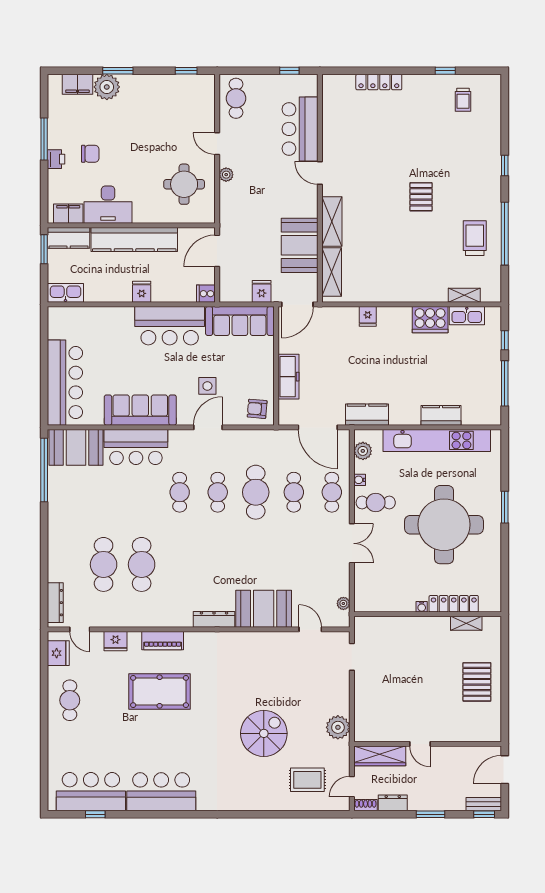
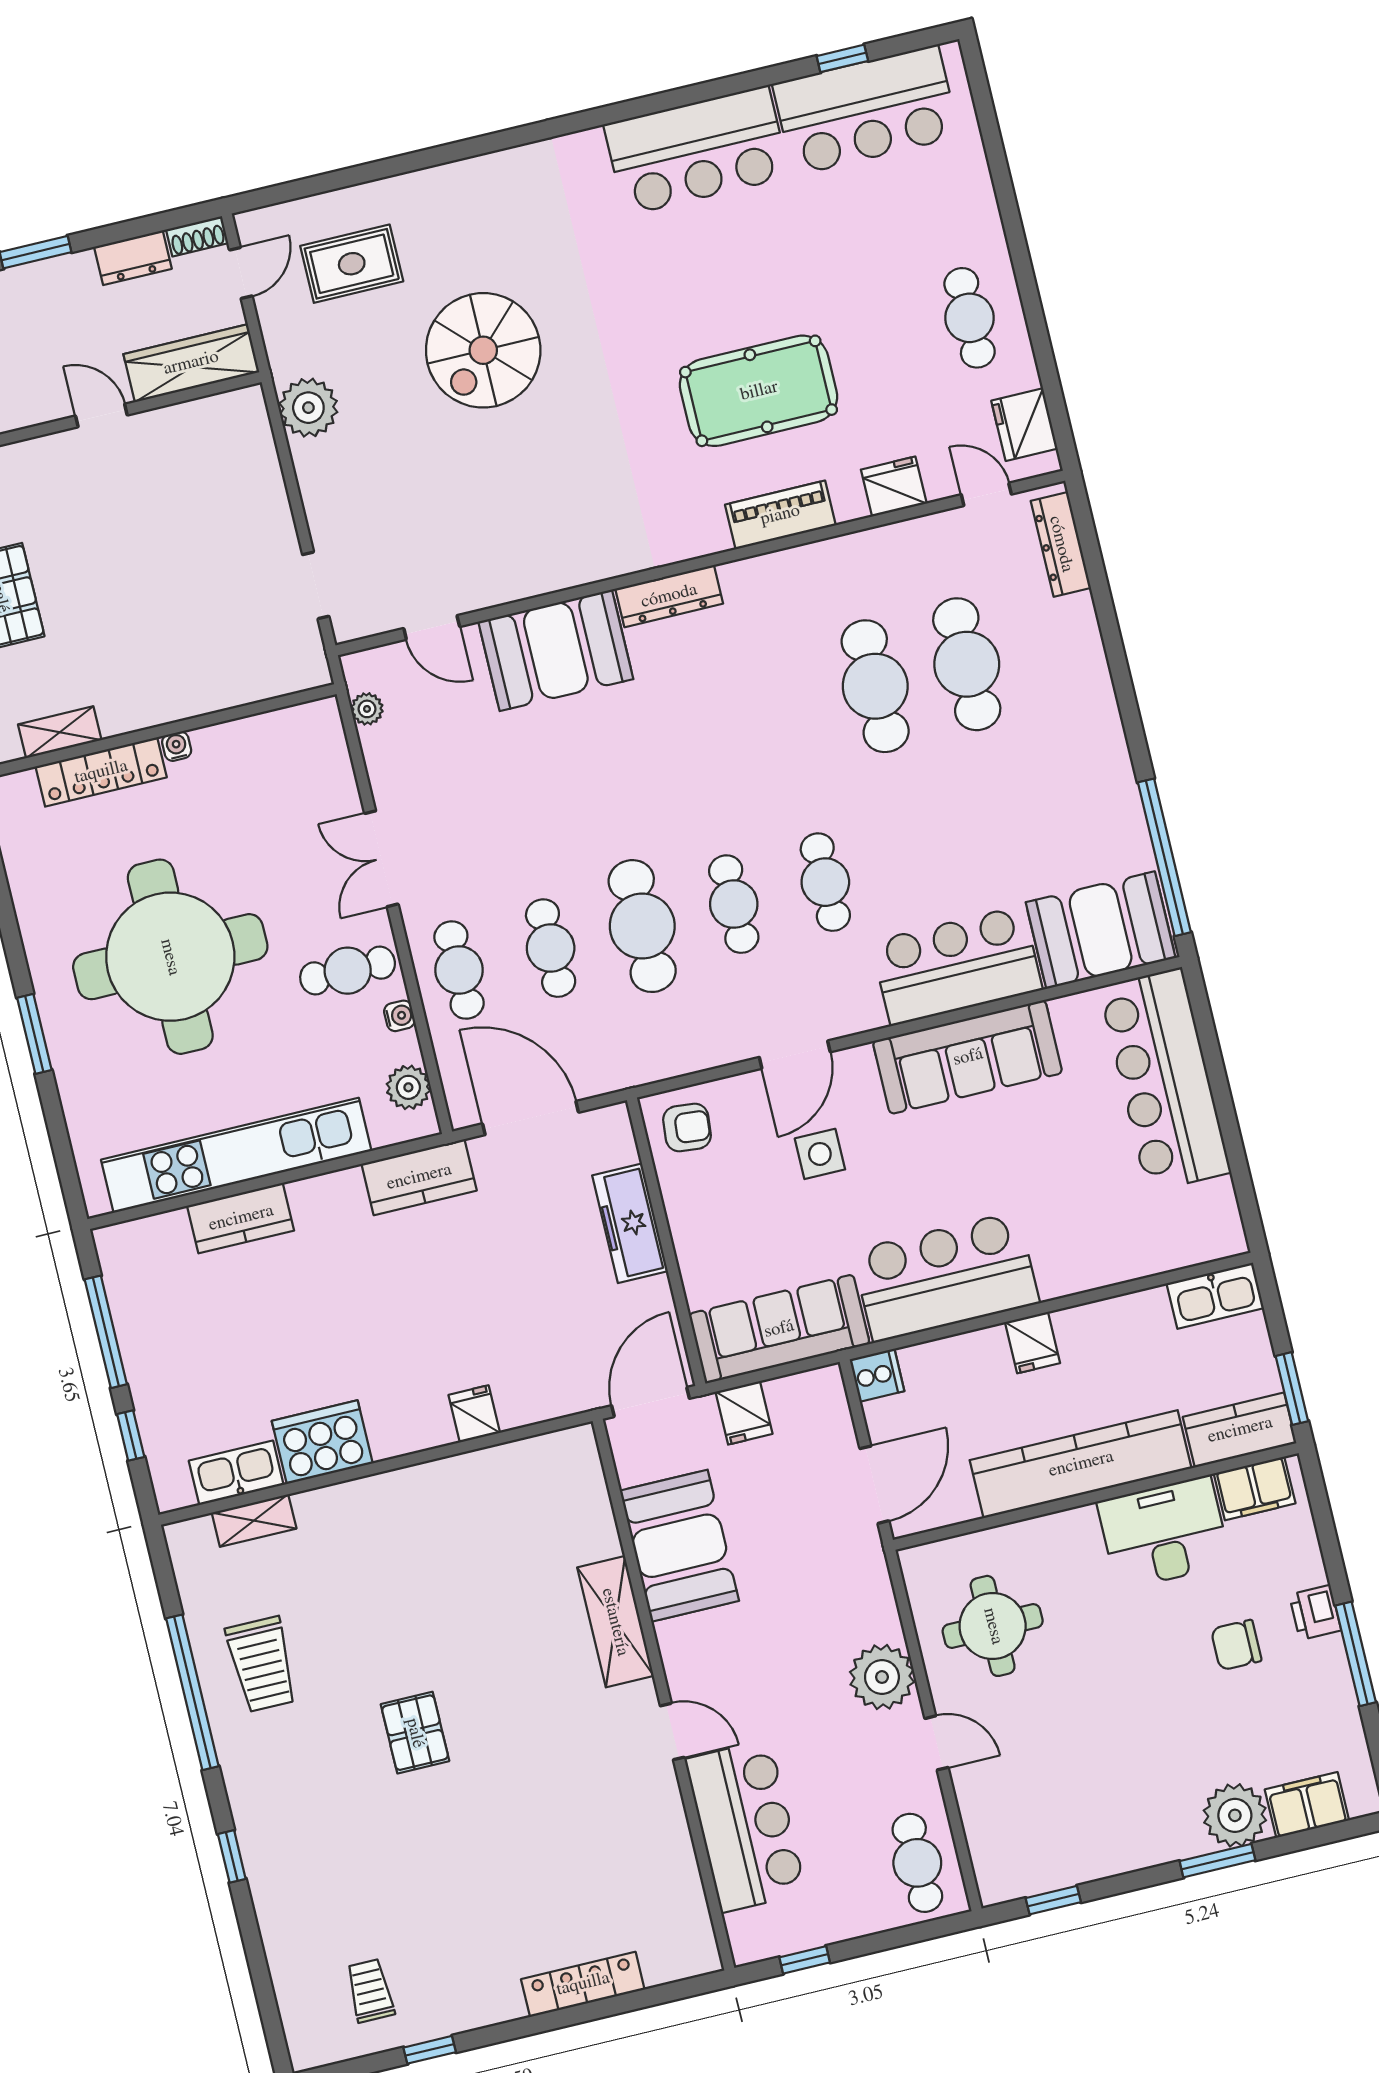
plant: (226, 175) -> (882, 1677), width x1.87, depth x1.87
shelving: (332, 272) -> (587, 1500), removed

